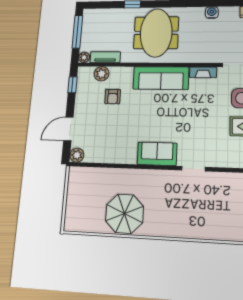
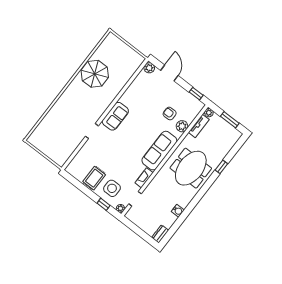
window: (77, 32) -> (230, 120), width x0.69
meeting table: (156, 33) -> (191, 168), turned 90
plant: (102, 74) -> (182, 126), moved

